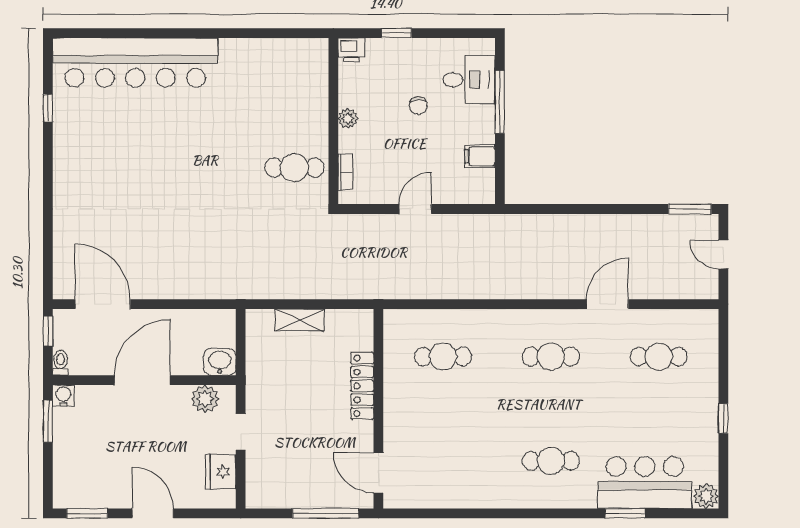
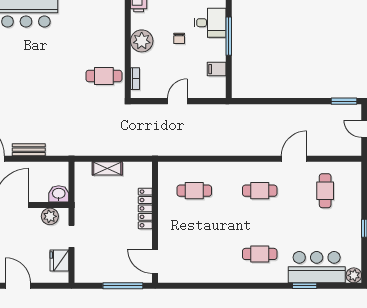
plant: (348, 118) -> (142, 41), width x1.87, depth x1.87
bench: (170, 289) -> (29, 150), added
cafe table: (659, 357) -> (325, 191), turned 90

